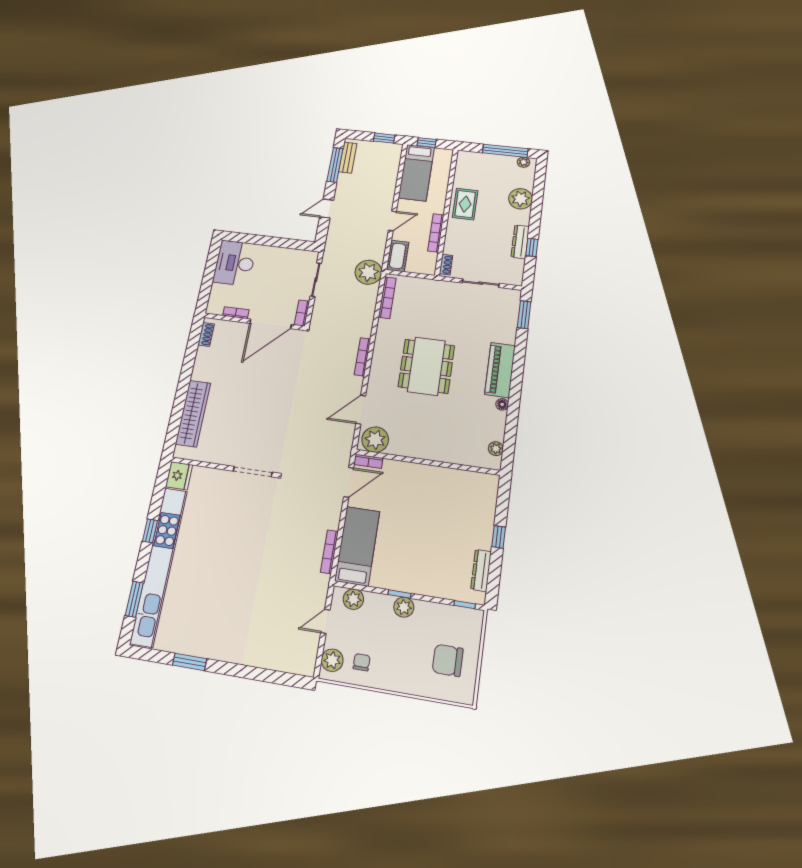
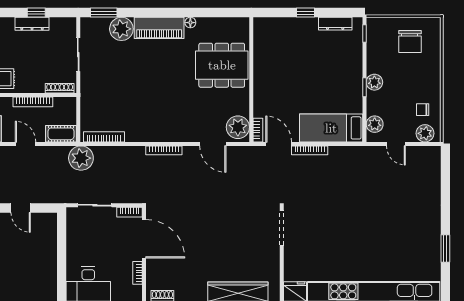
shoe rack: (446, 265) -> (60, 88), width x1.43
dining table: (426, 366) -> (222, 65), moved
plant: (496, 449) -> (121, 29), moved, width x1.88, depth x1.88
bookcase: (329, 552) -> (310, 150), moved

